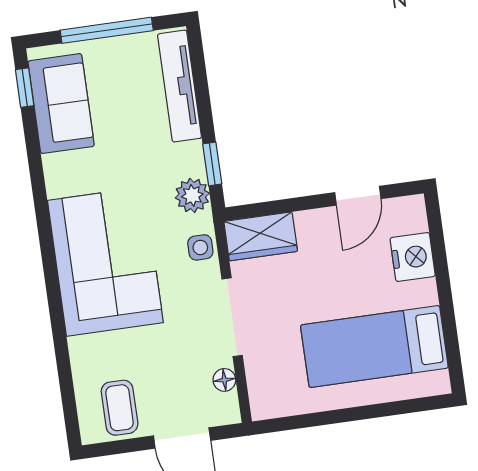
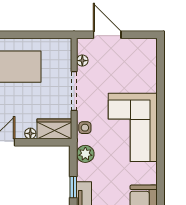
window: (212, 164) -> (73, 187), moved
floor lamp: (307, 221) -> (30, 133), added
coffee table: (120, 408) -> (136, 54), removed

